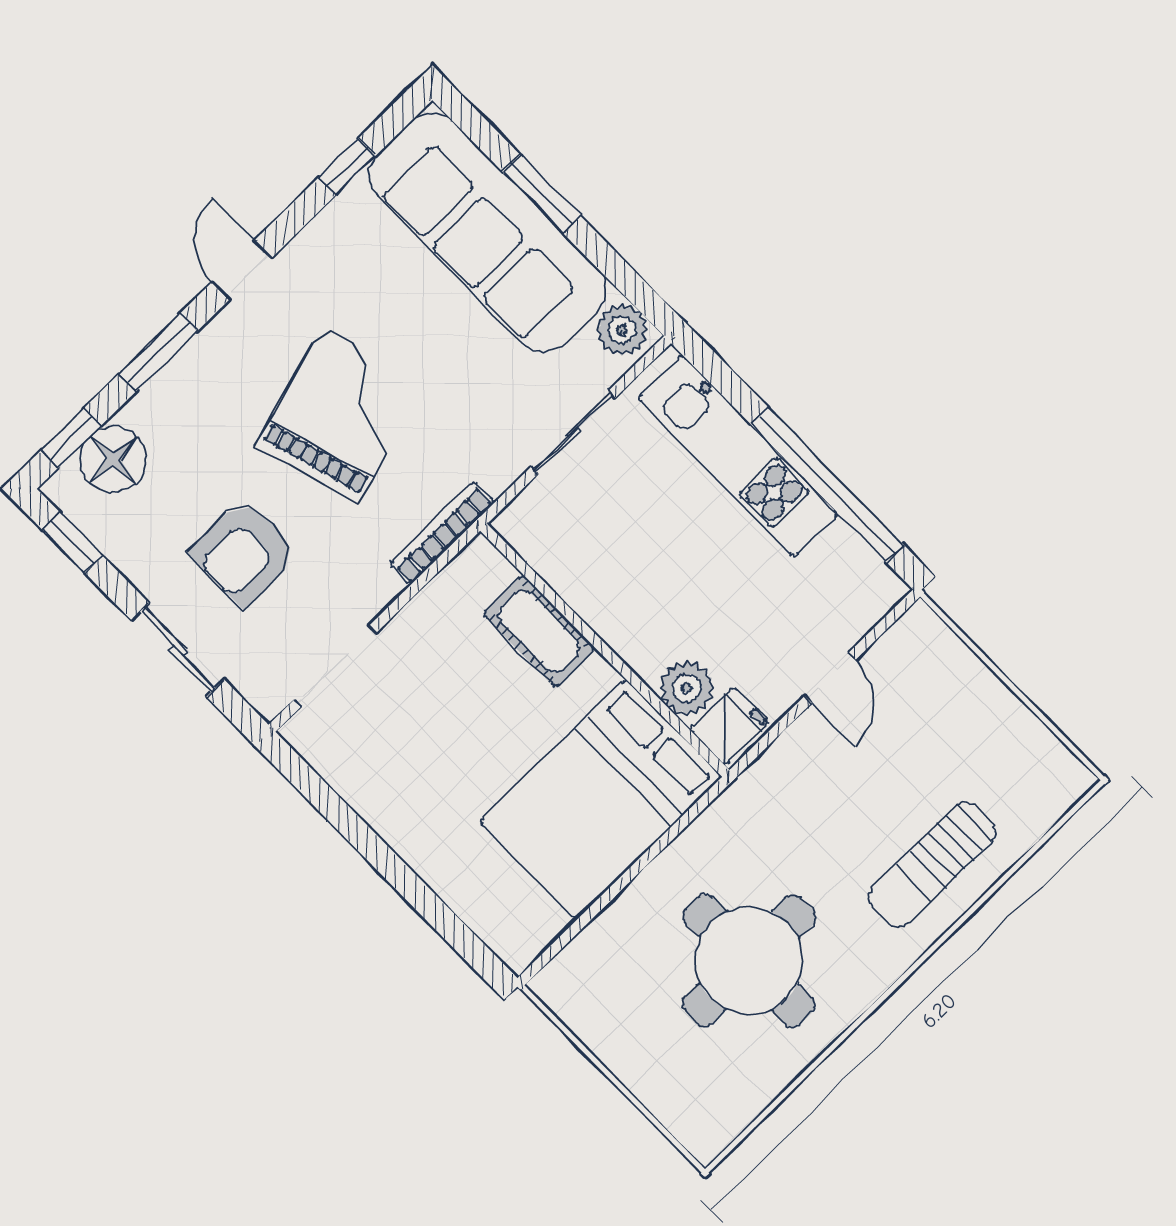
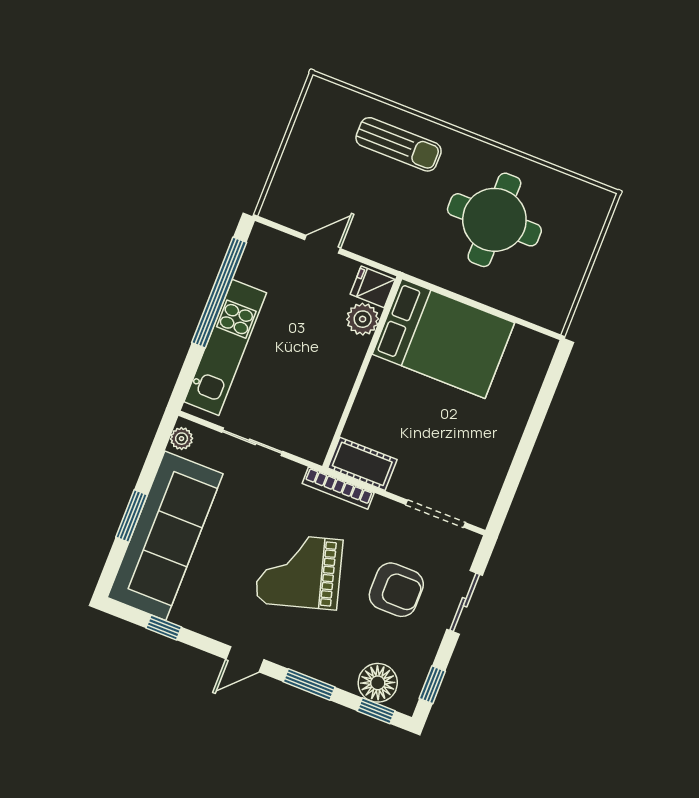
plant: (622, 330) -> (182, 439), width x0.73, depth x0.73
cot: (539, 631) -> (362, 464), moved, turned 90

